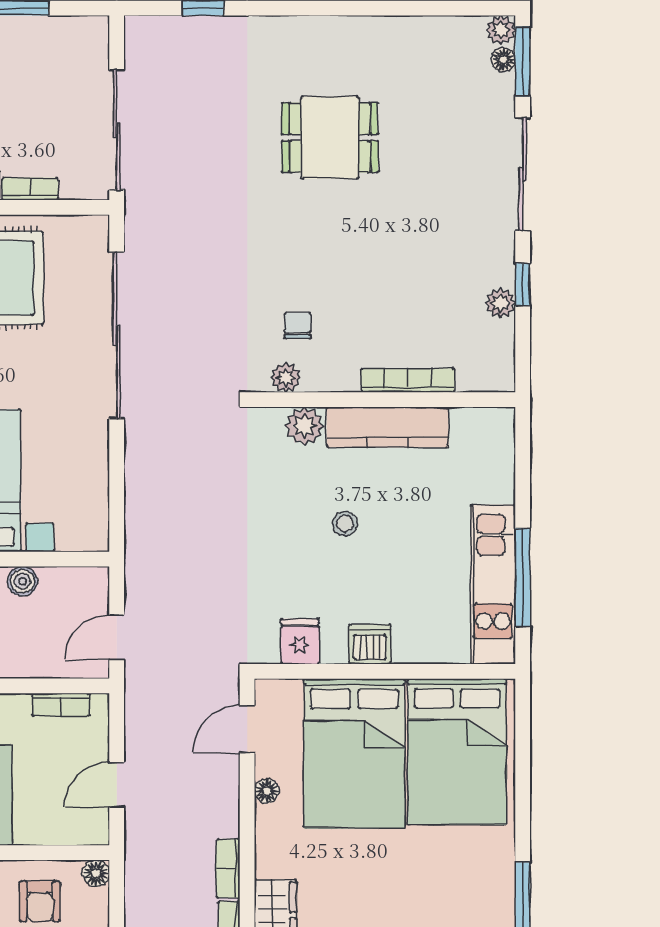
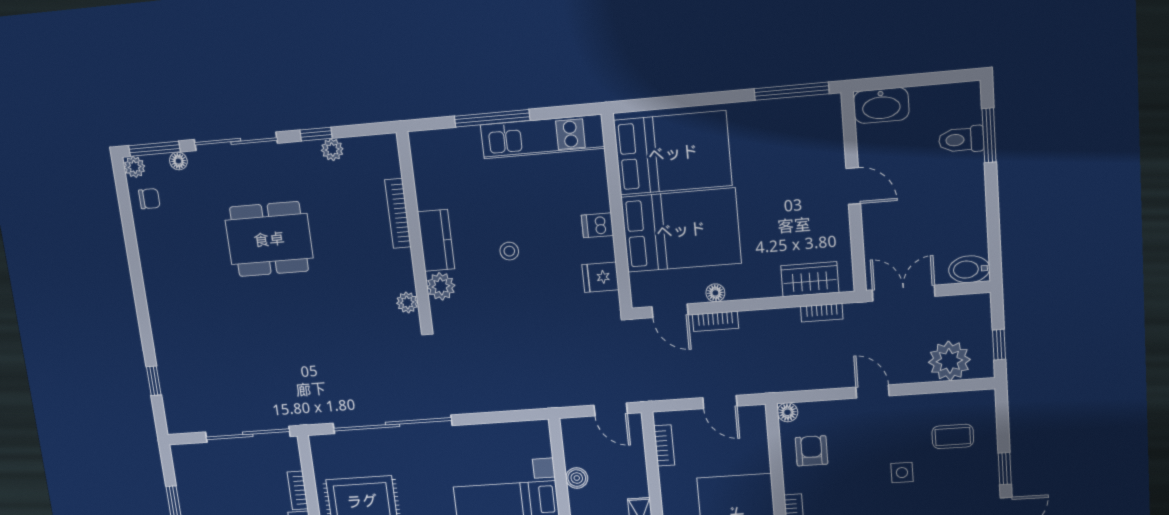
floor lamp: (503, 60) -> (178, 161), moved
dining table: (330, 138) -> (269, 239), moved, width x1.38
chair: (297, 326) -> (149, 199), moved, turned 180
kitchen counter: (388, 427) -> (436, 240), width x0.67
window: (523, 578) -> (492, 118), moved
dishwasher: (370, 644) -> (597, 225), width x0.73
bookcase: (228, 868) -> (715, 321), moved
armchair: (40, 901) -> (812, 451), turned -90

